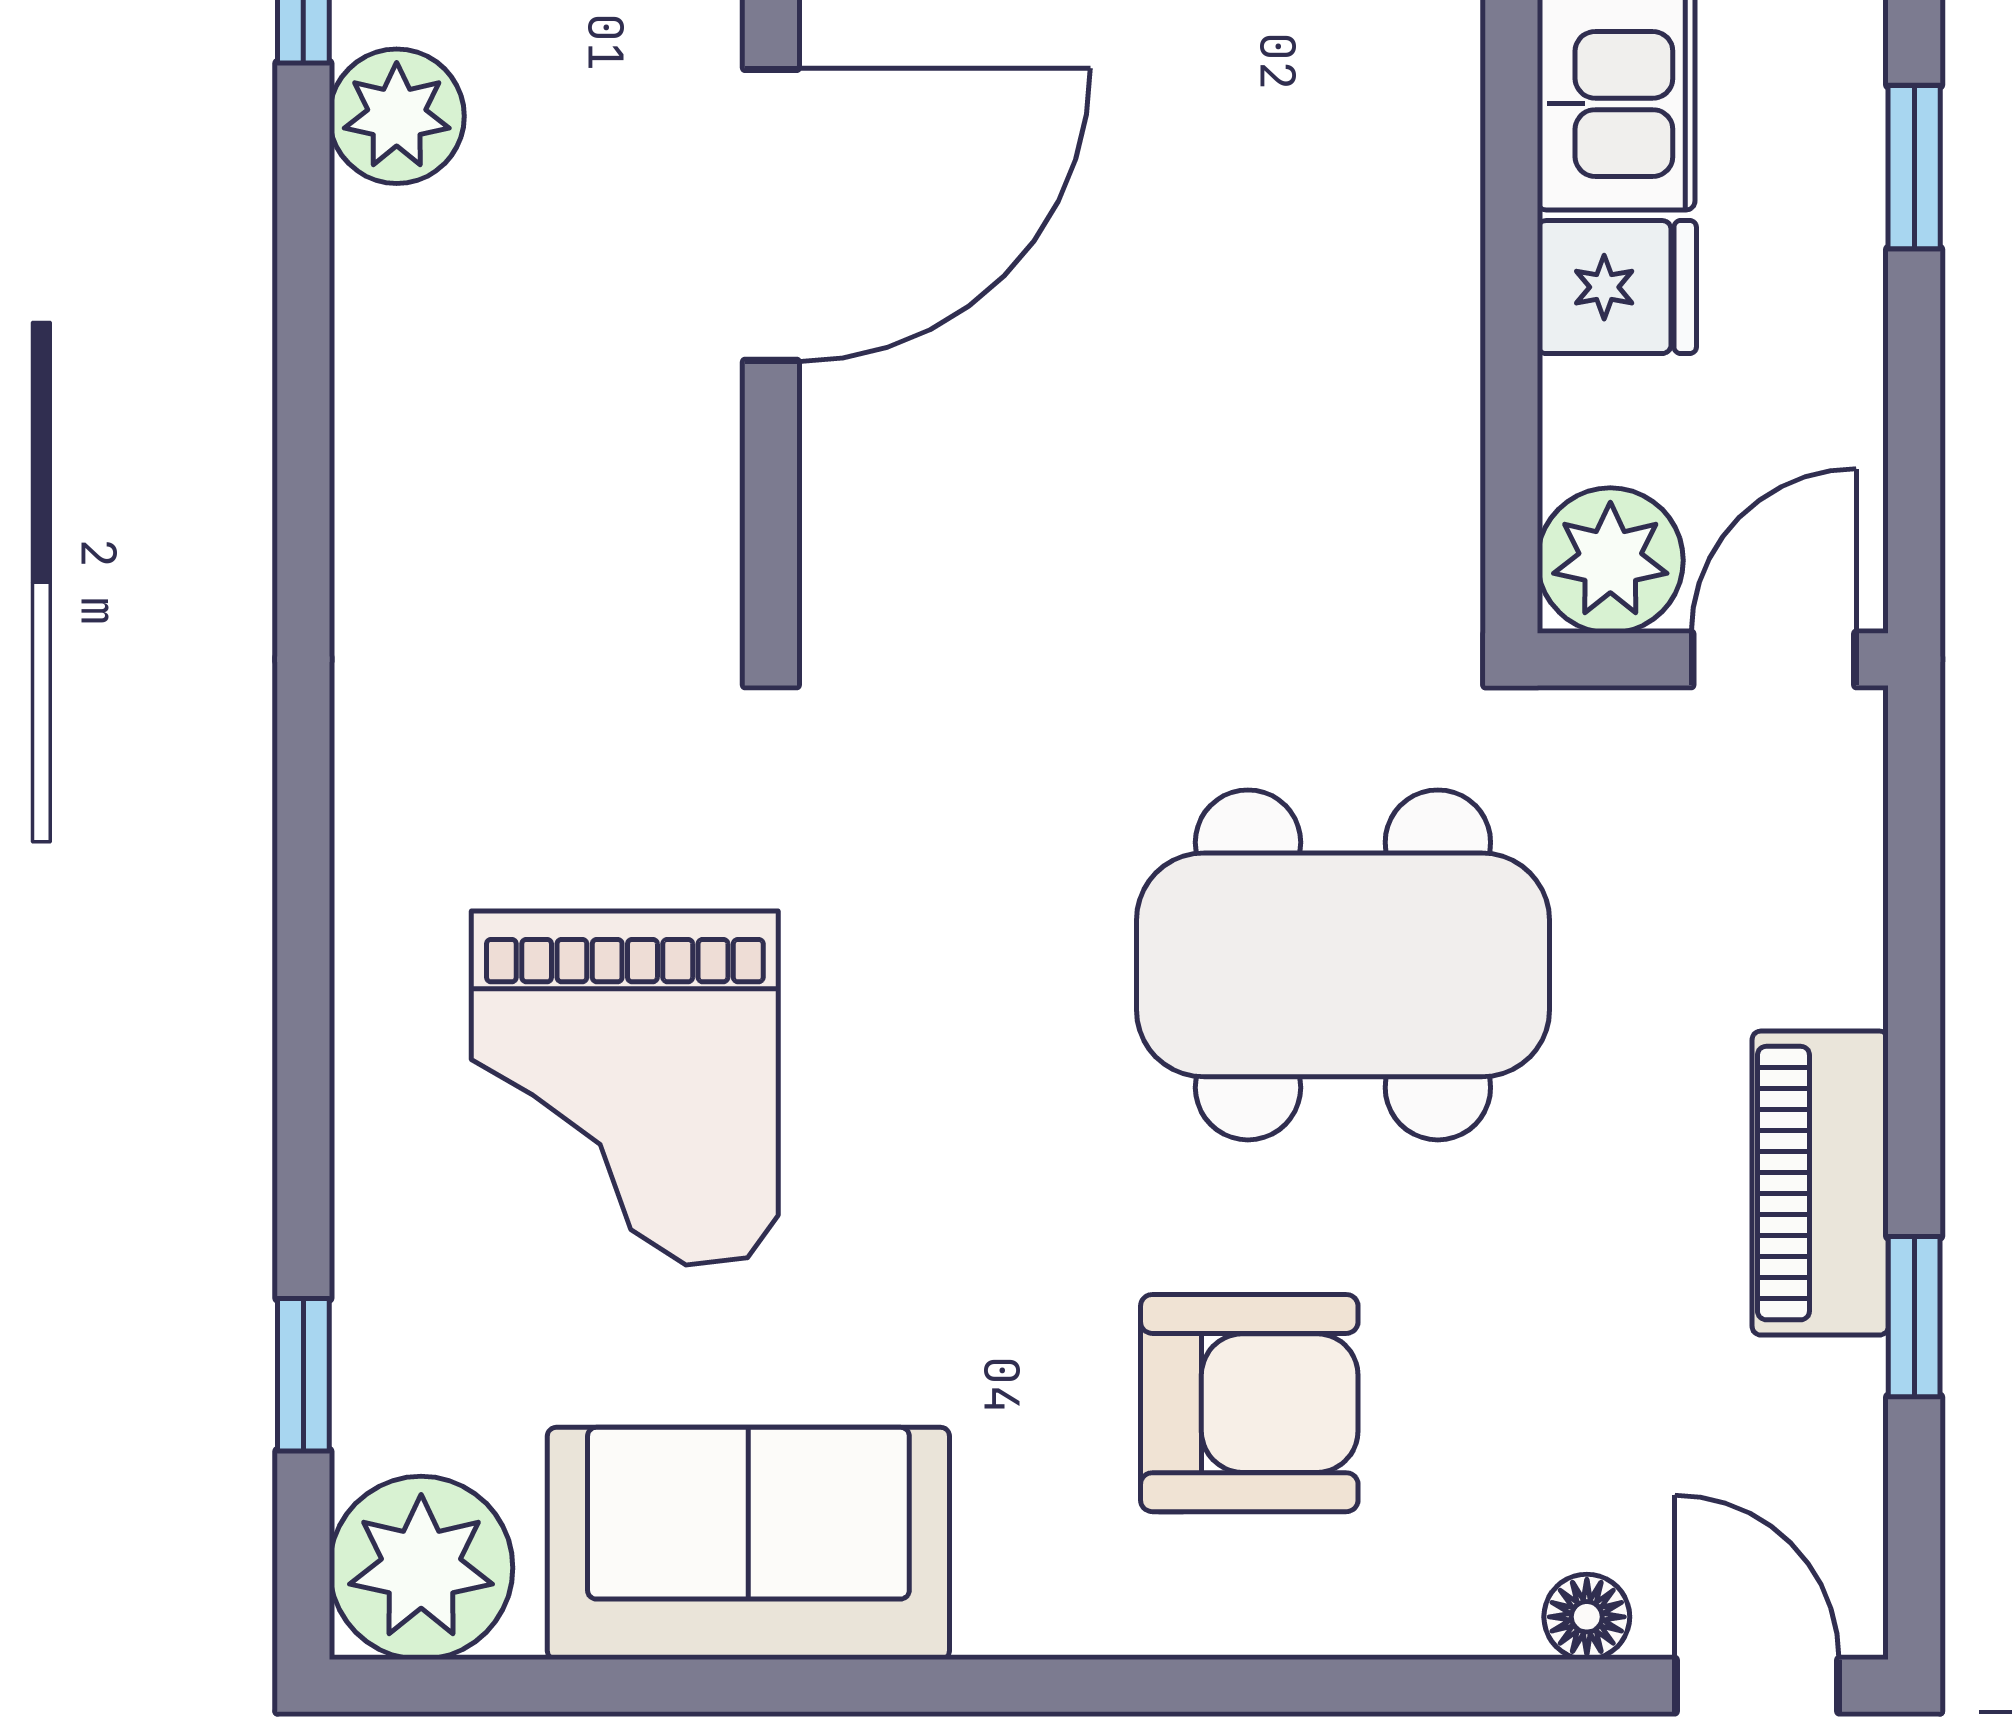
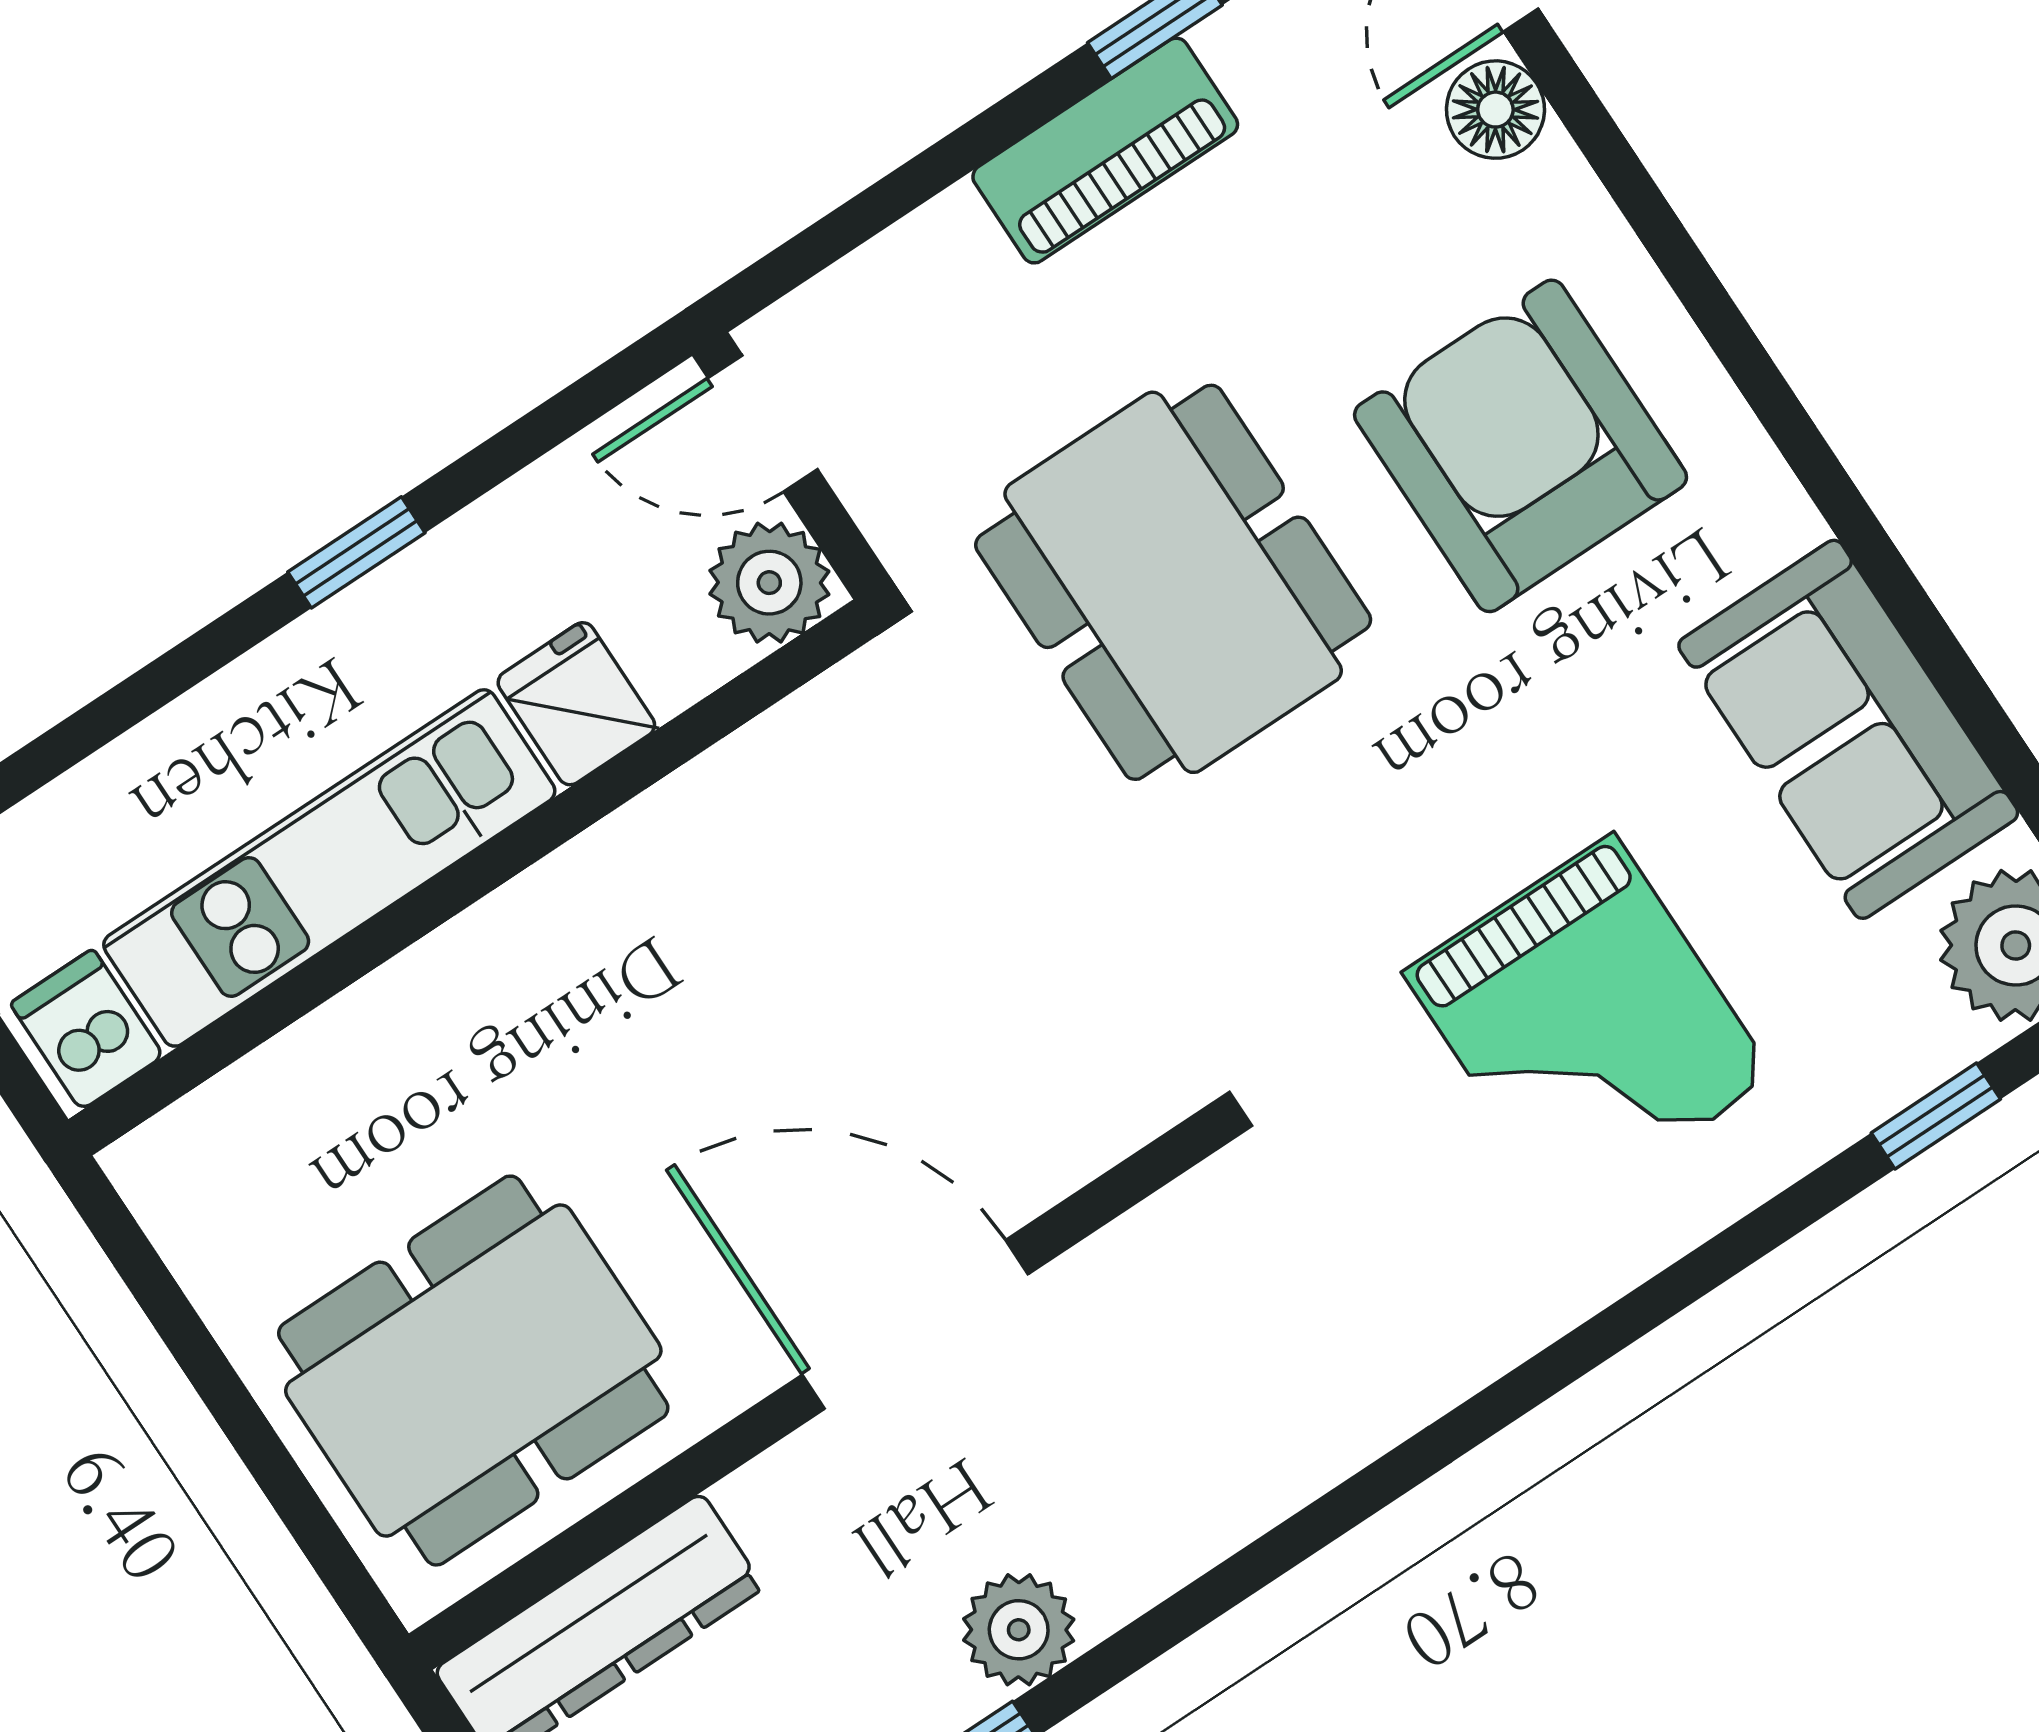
grand piano: (625, 1088) -> (1589, 1025), turned 90
armchair: (1249, 1403) -> (1521, 446), width x1.36, depth x1.36
floor lamp: (1587, 1617) -> (1495, 110), width x1.37, depth x1.37

